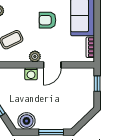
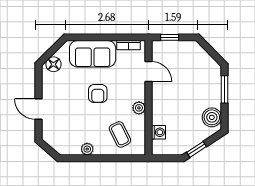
door: (52, 65) -> (149, 71), moved
washing machine: (31, 74) -> (158, 132), moved

